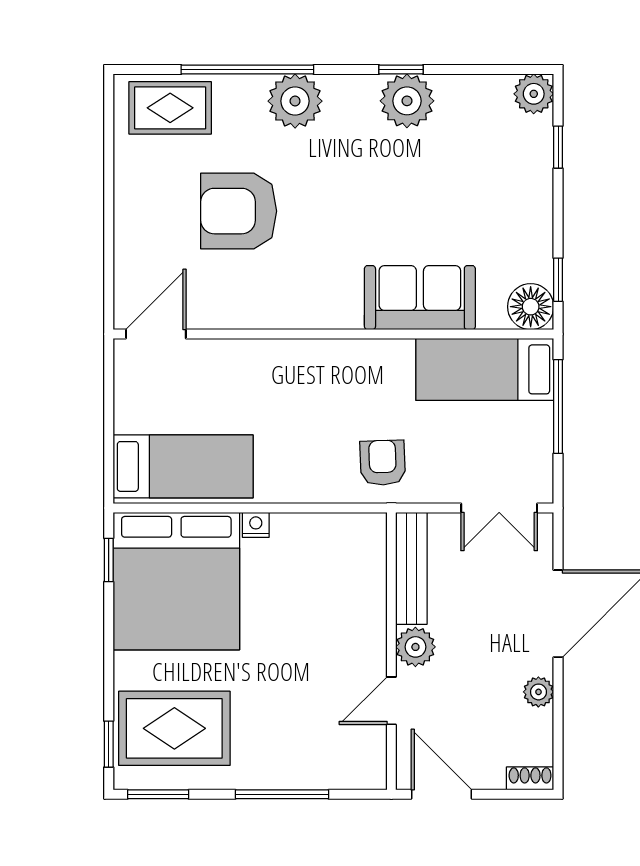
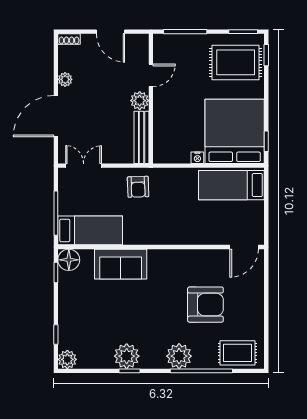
bench: (411, 568) -> (142, 137), moved
plant: (415, 647) -> (140, 101), moved
wall: (391, 651) -> (151, 99), moved
door: (391, 701) -> (151, 75), moved

